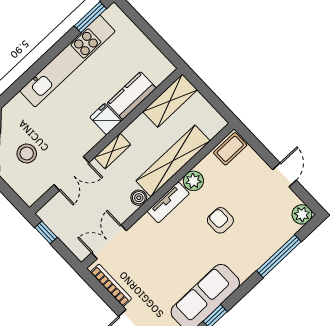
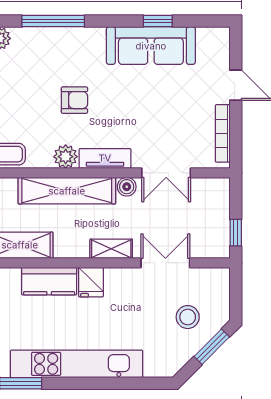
armchair: (220, 220) -> (74, 100), turned -90
double door: (109, 242) -> (166, 173), moved

